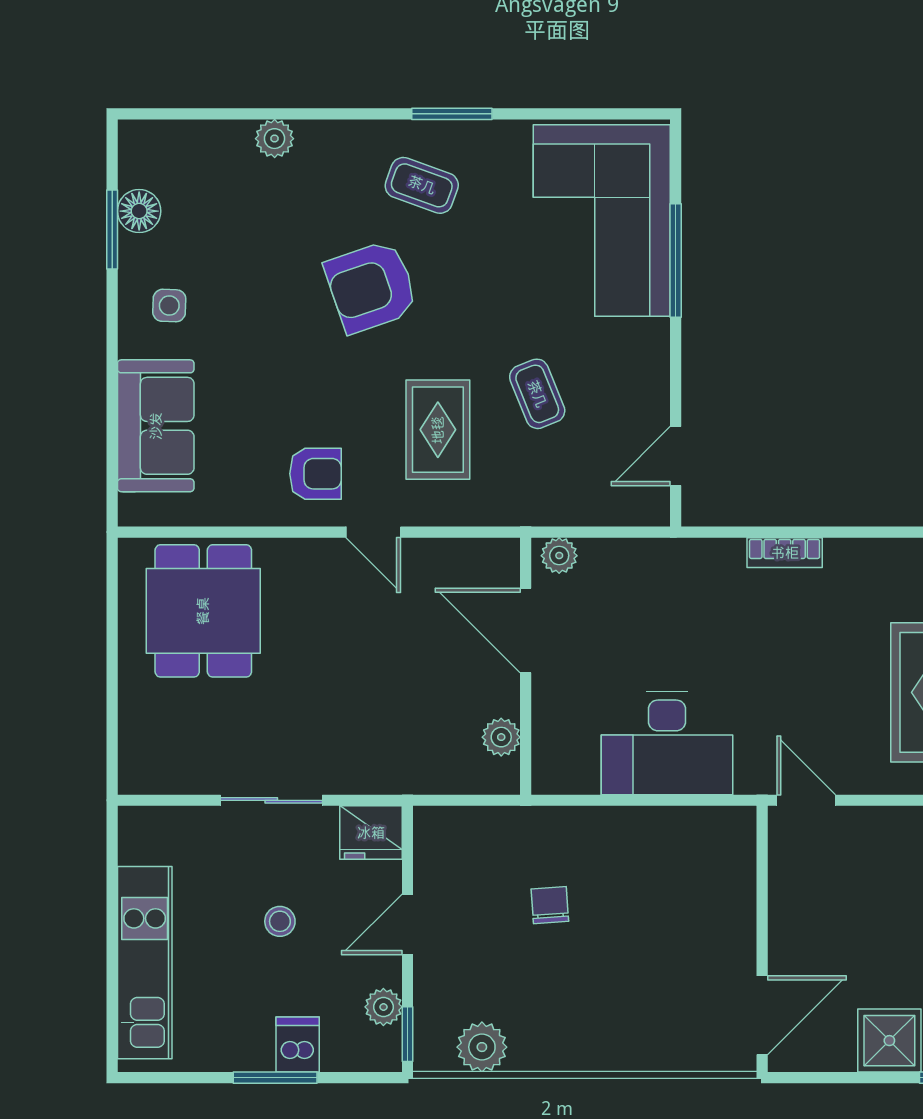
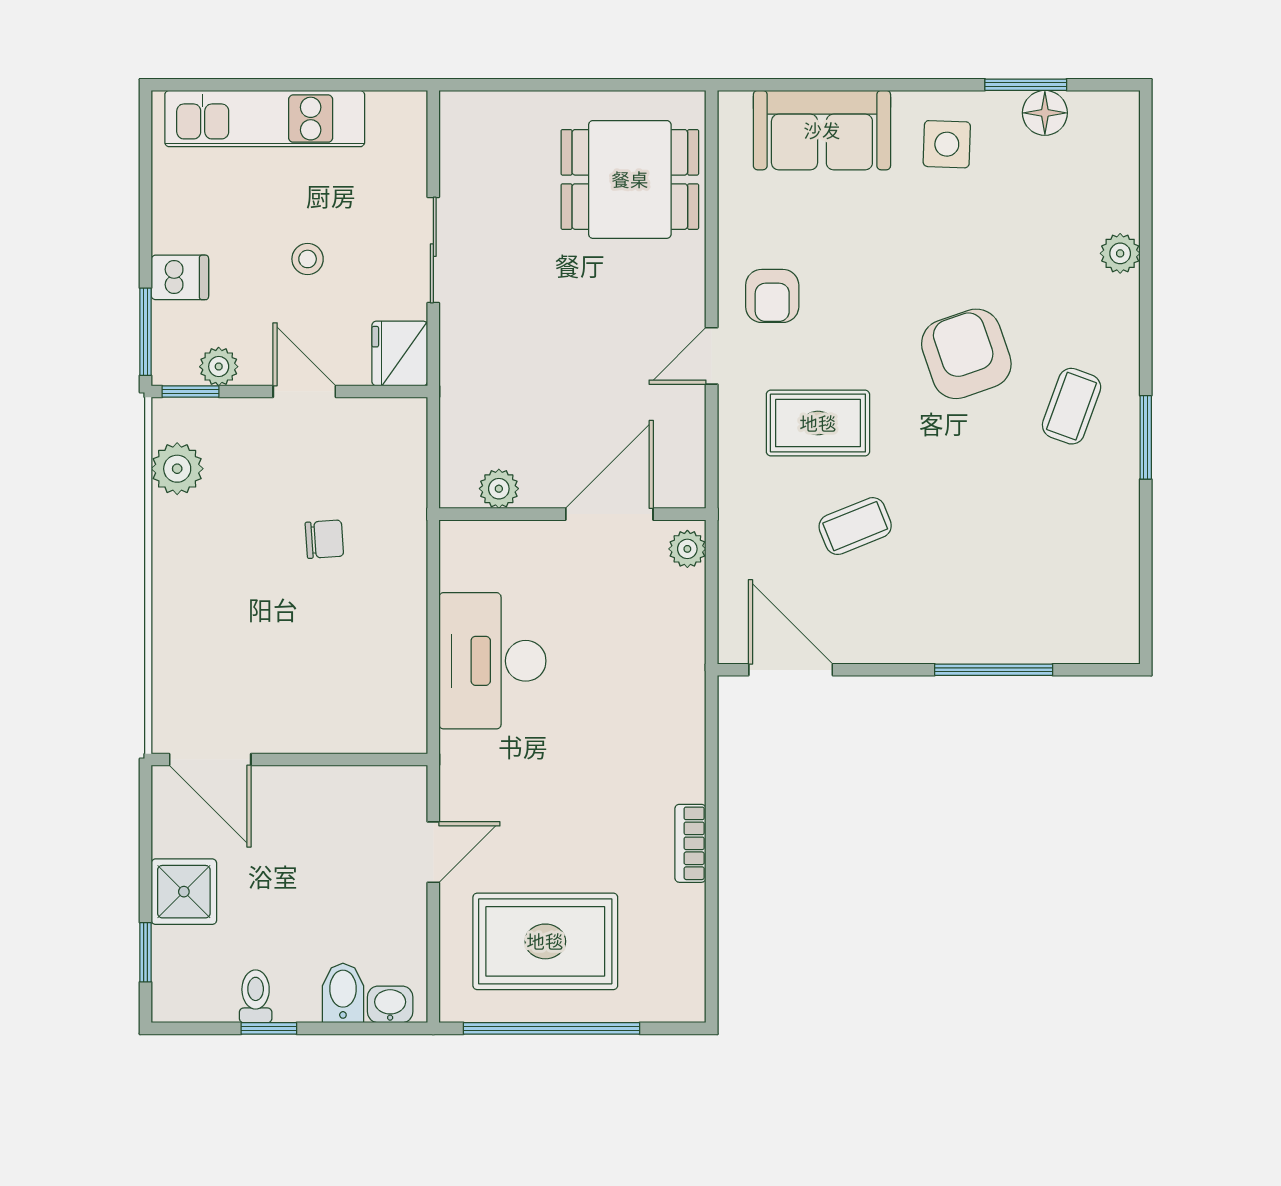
corner sofa: (602, 220) -> (1035, 593), removed
side table: (169, 306) -> (947, 144), width x1.37, depth x1.37
door: (676, 456) -> (791, 670), width x1.38
bookcase: (785, 553) -> (690, 843), moved
door: (806, 800) -> (433, 852), moved
window: (275, 1078) -> (145, 332), moved

